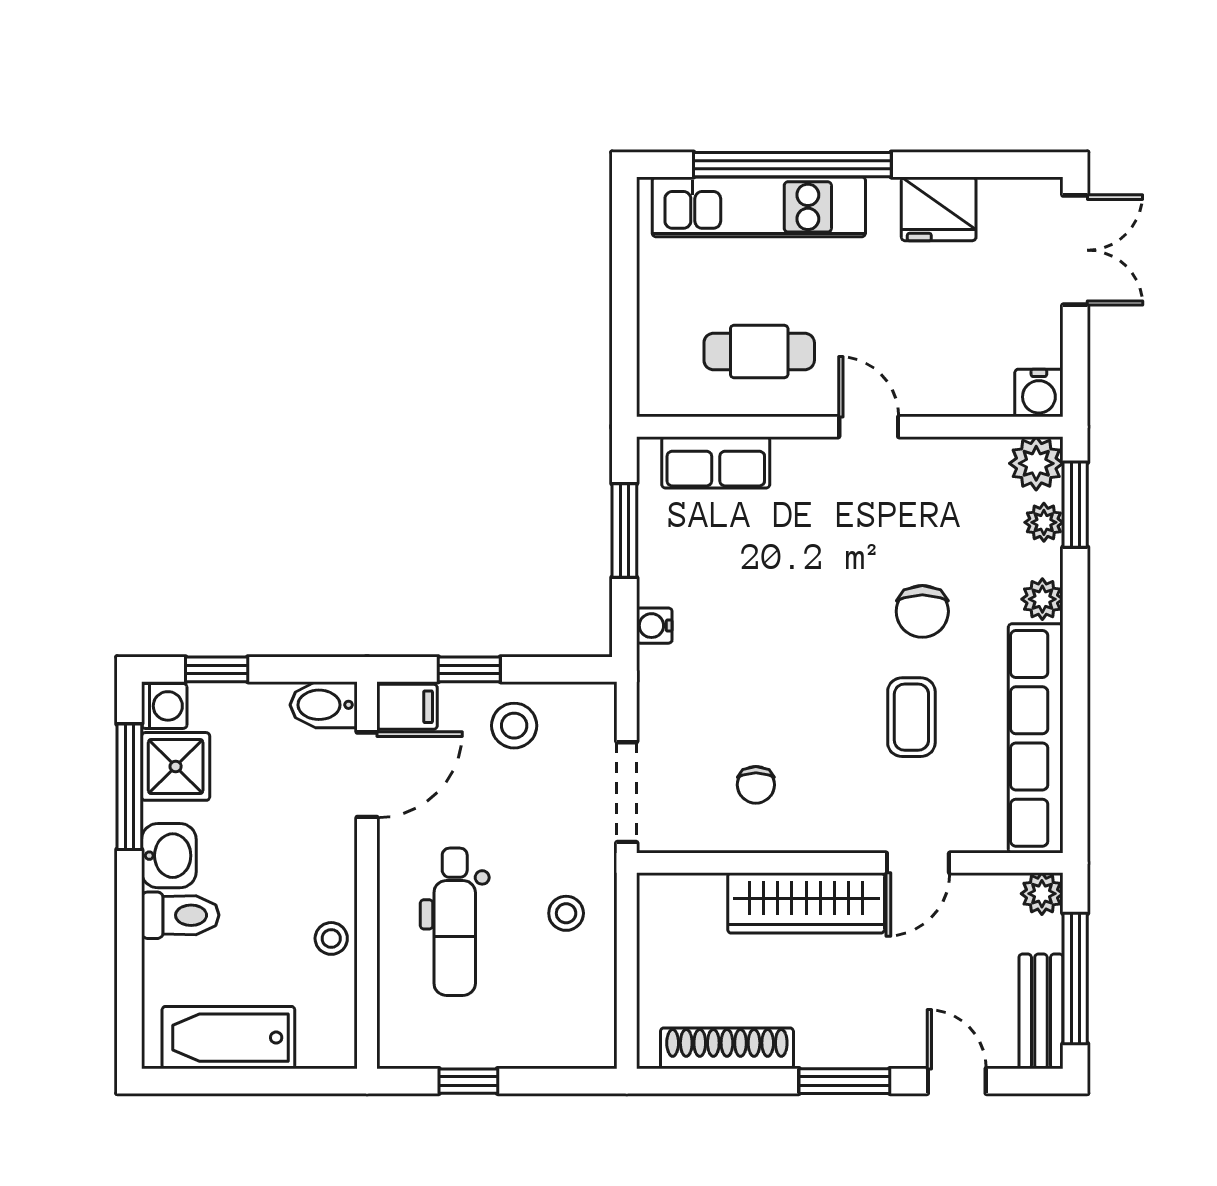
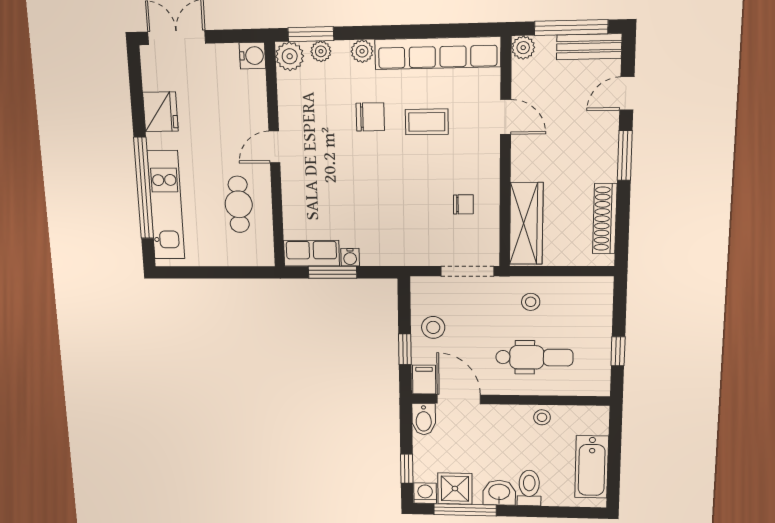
row of seats: (716, 462) -> (311, 253), moved, turned -90
water cooler: (654, 626) -> (350, 257), moved
wardrobe: (806, 903) -> (526, 224), moved

